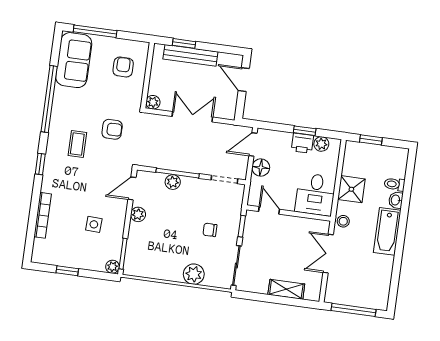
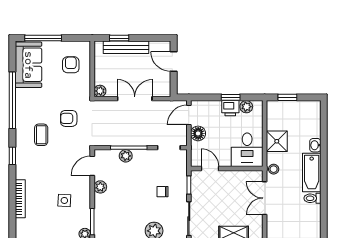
armchair: (112, 129) -> (69, 118), turned 180
toilet: (394, 184) -> (312, 198), moved

